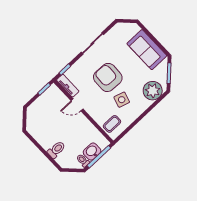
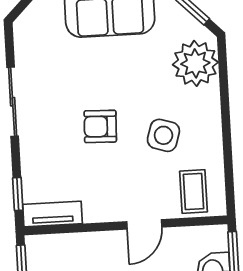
armchair: (108, 77) -> (100, 126), width x0.53, depth x0.53
door: (77, 105) -> (144, 224), moved

